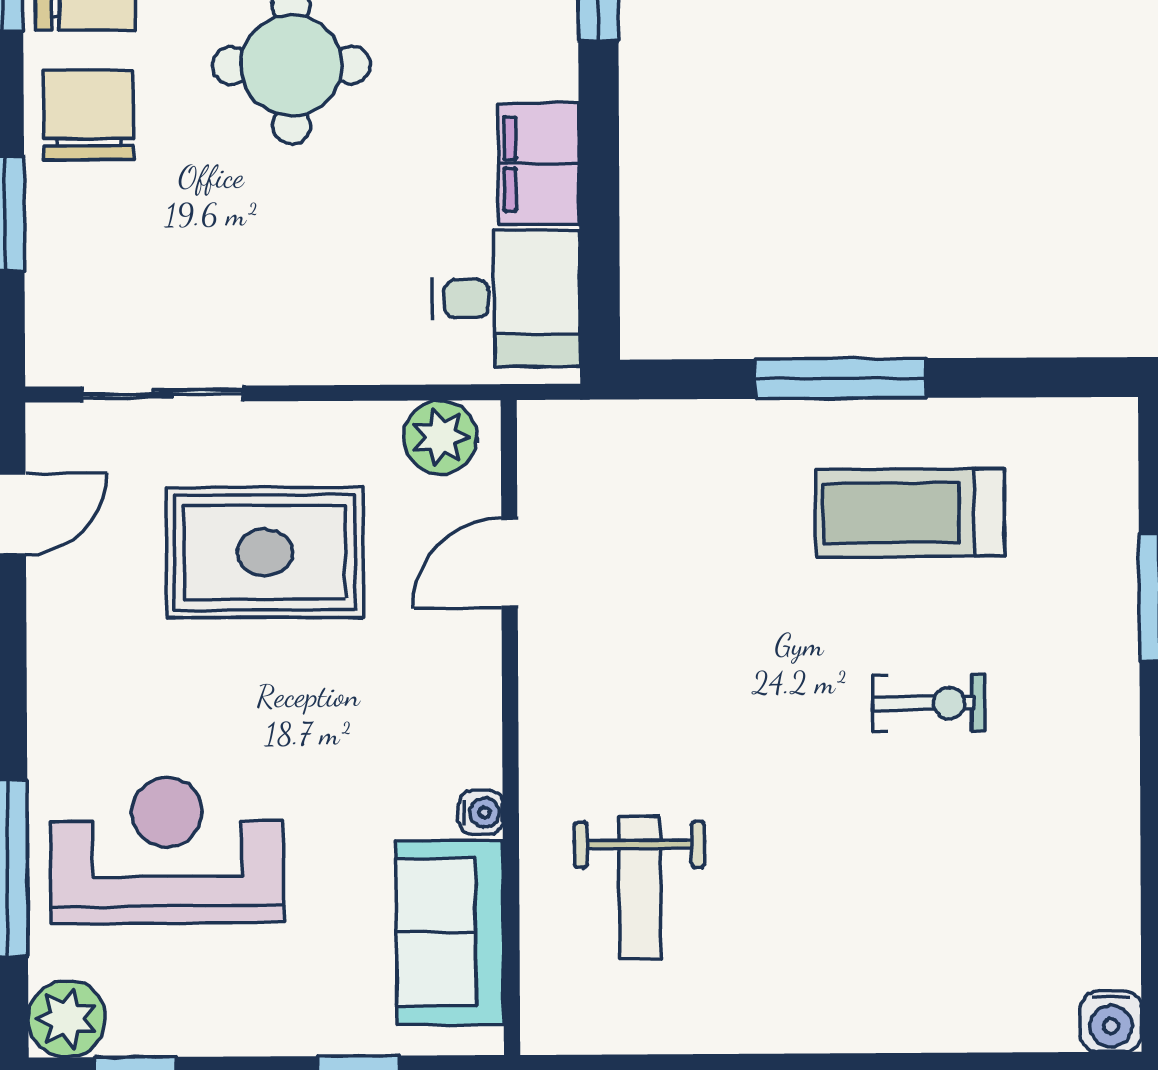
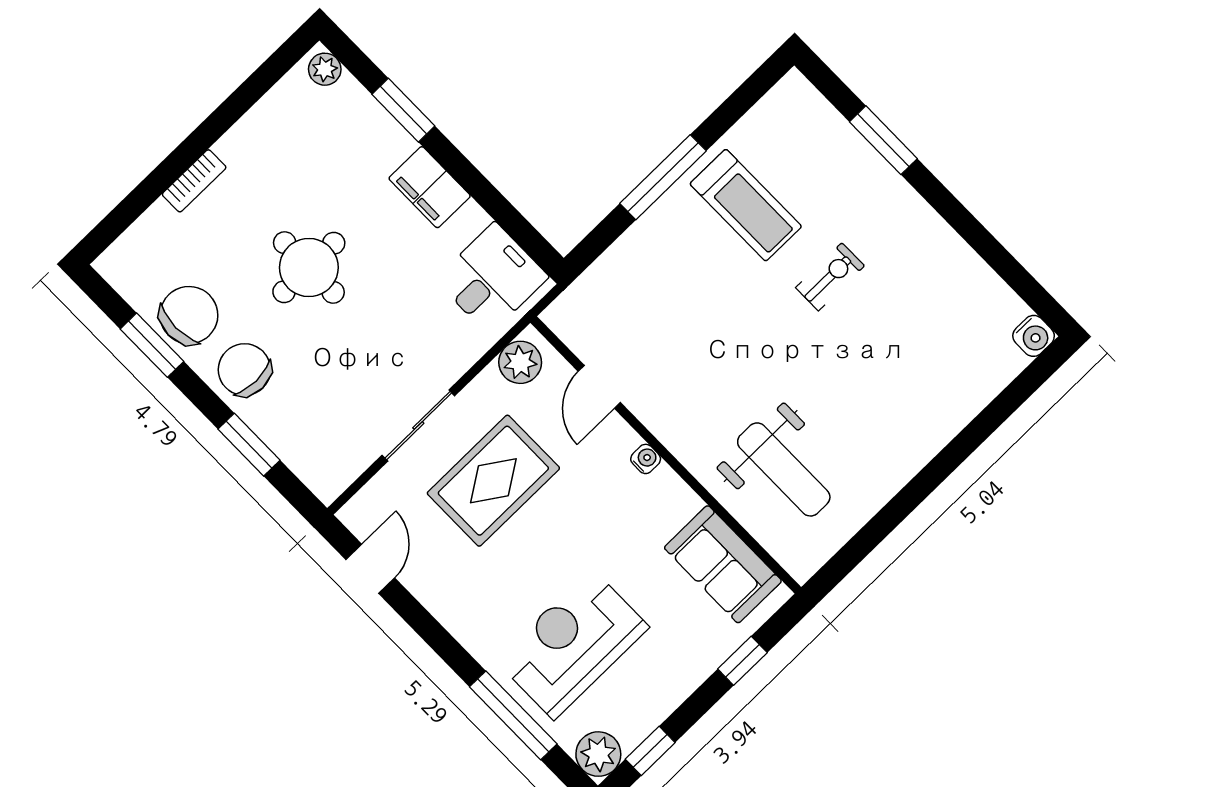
filing cabinet: (538, 164) -> (430, 187), moved
sliding door: (163, 394) -> (418, 426), moved
treadmill: (910, 513) -> (746, 205), turned -90
water cooler: (481, 812) -> (646, 459), moved
weight bench: (640, 887) -> (784, 469), width x1.36, depth x1.33

